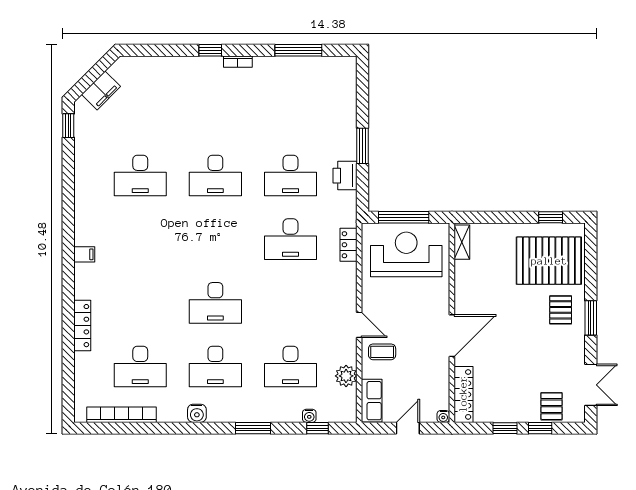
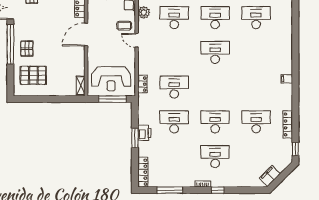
locker: (348, 83) -> (143, 172), added
filing cabinet: (101, 90) -> (270, 176), moved
desk: (215, 112) -> (215, 157), added
printer: (345, 176) -> (144, 133), moved
window: (551, 217) -> (32, 99), removed
pallet: (549, 261) -> (33, 75), width x0.73, depth x0.71
window: (591, 318) -> (10, 44), width x2.11
locker: (82, 326) -> (288, 124), moved

